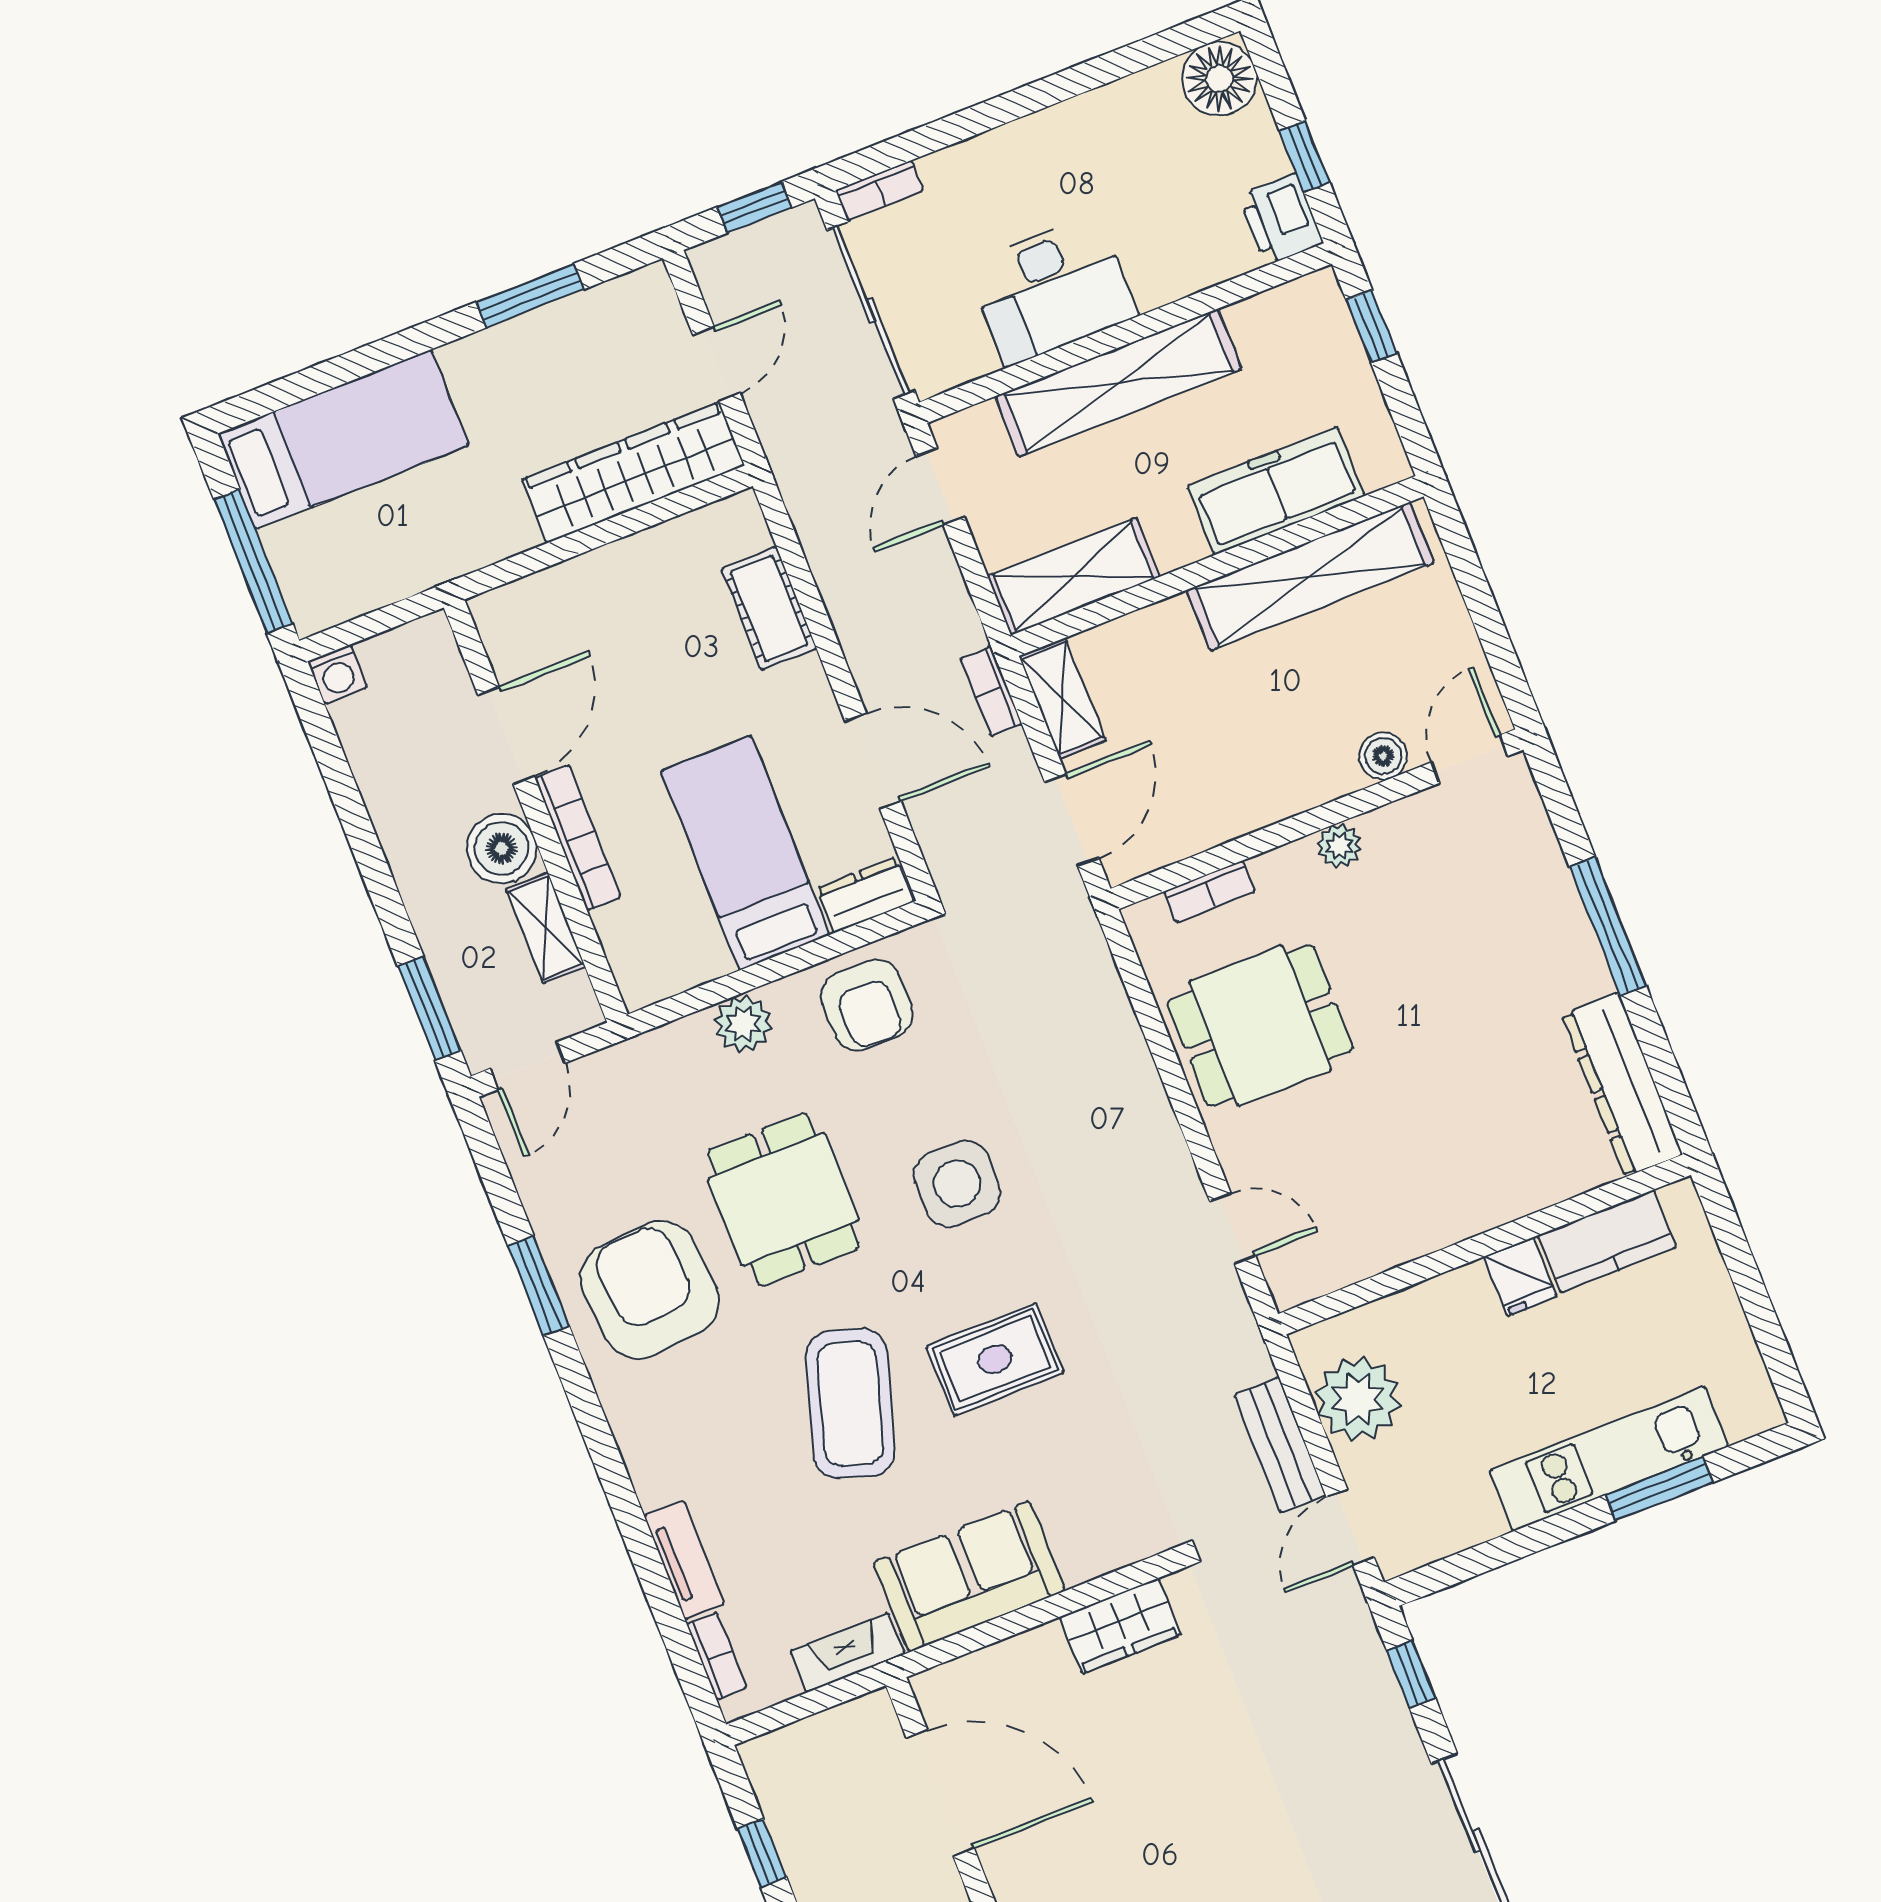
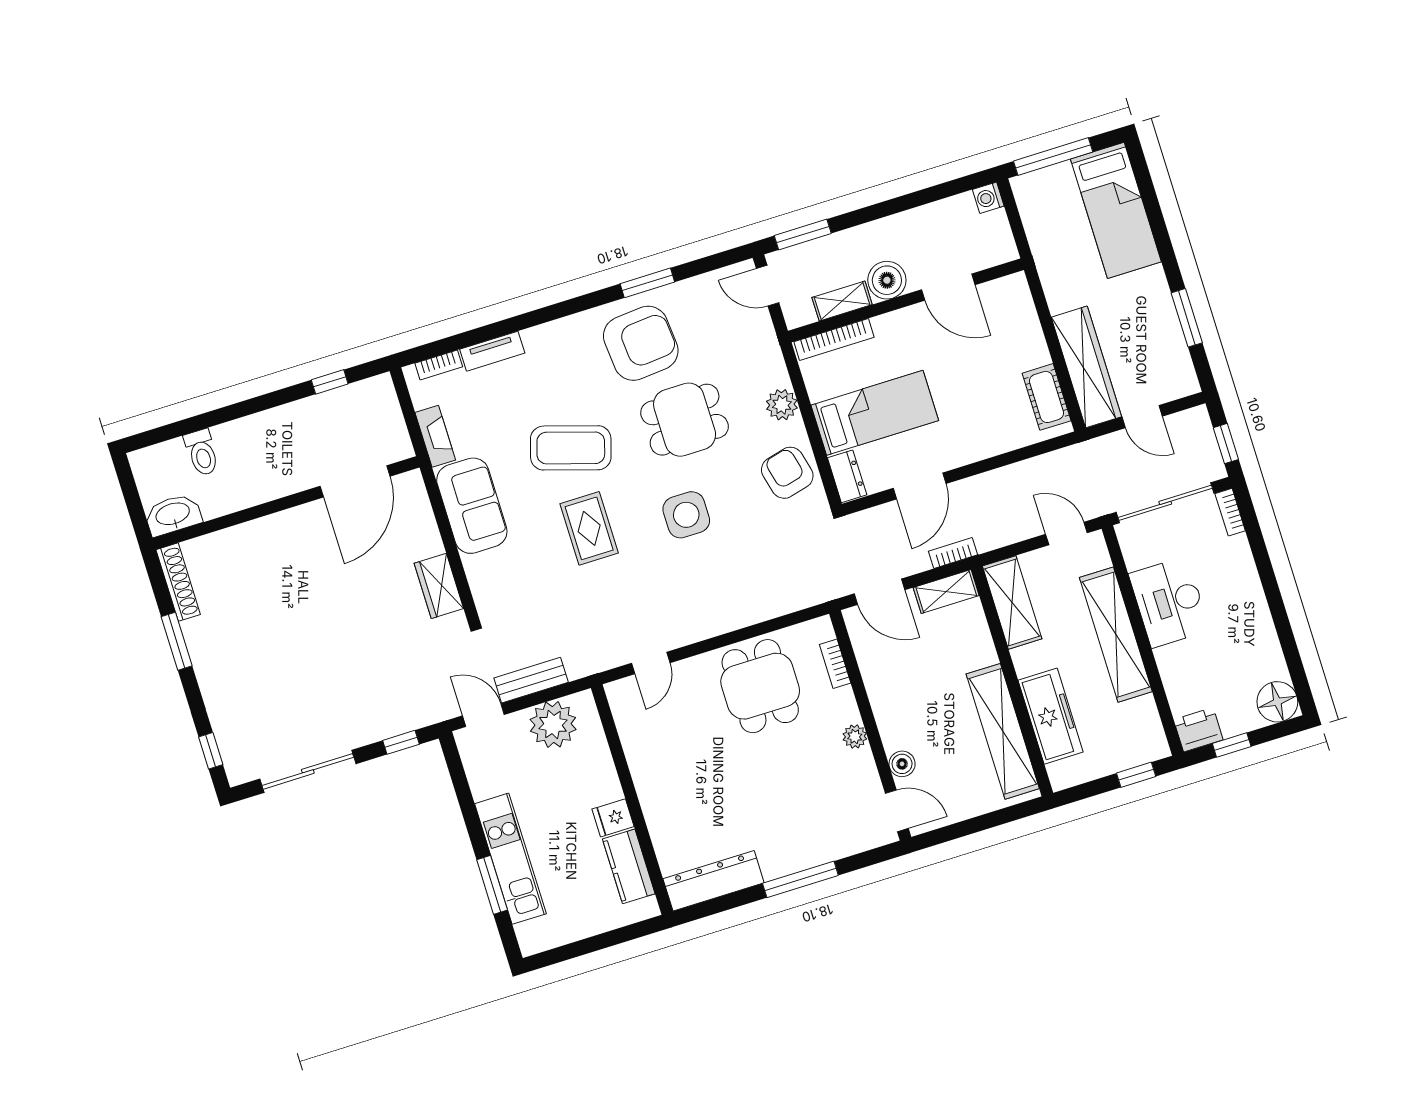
cot: (769, 608) -> (1047, 397), moved, turned 90
bookcase: (578, 838) -> (834, 339), moved
armchair: (867, 1005) -> (787, 473), turned 76

